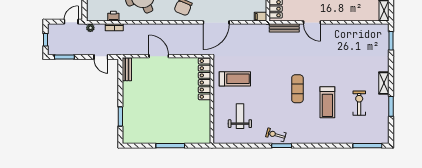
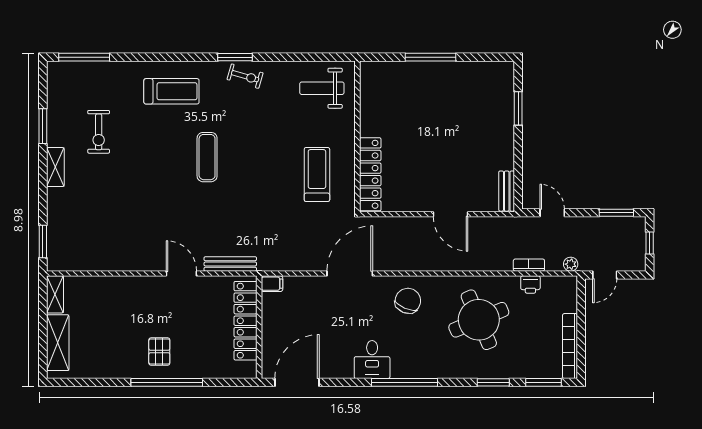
treadmill: (235, 79) -> (317, 174), turned 90
treadmill: (327, 102) -> (171, 91), moved, turned 90
weight bench: (240, 116) -> (322, 88), moved, turned 90

